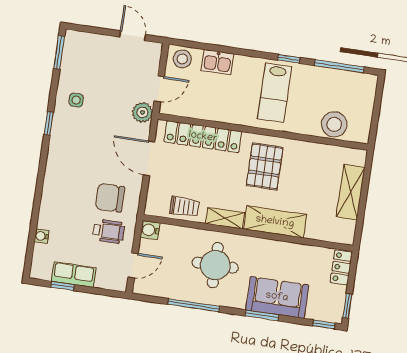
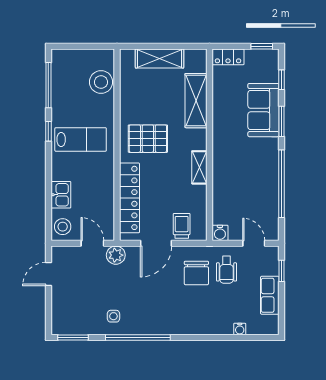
window: (49, 123) -> (138, 338), width x3.17
trolley: (184, 207) -> (182, 226), moved
shelving: (275, 222) -> (196, 101), moved
wheelchair: (109, 231) -> (227, 270), turned 180
round table: (215, 265) -> (243, 170), removed
window: (63, 286) -> (282, 271), moved
window: (194, 305) -> (282, 184), width x1.46
window: (324, 325) -> (282, 80), moved

